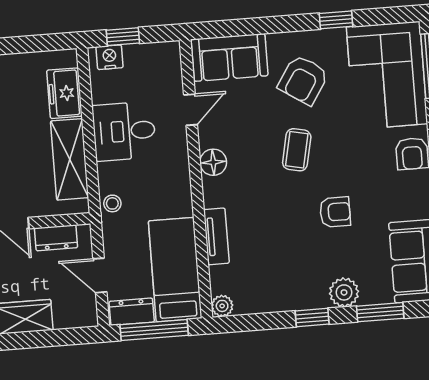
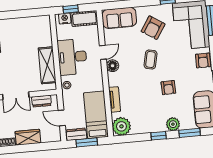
cot: (153, 58) -> (84, 18), added
freezer: (64, 93) -> (44, 35), removed
door: (191, 110) -> (103, 52), moved
desk: (124, 131) -> (72, 57), width x1.37
armchair: (335, 212) -> (168, 88), turned 88
plant: (222, 306) -> (121, 126), width x1.88, depth x1.88
window: (154, 330) -> (87, 142), width x0.69

